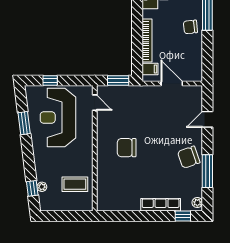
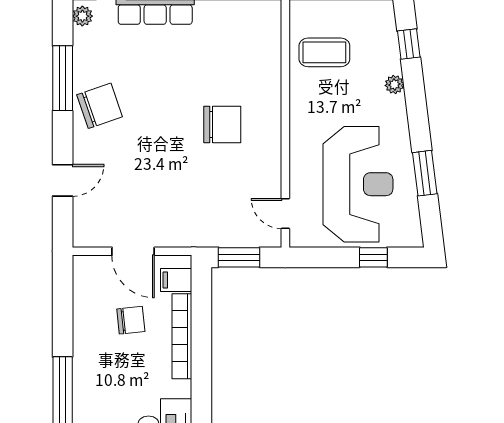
chair: (190, 27) -> (131, 320), moved
plant: (42, 187) -> (394, 84), moved

